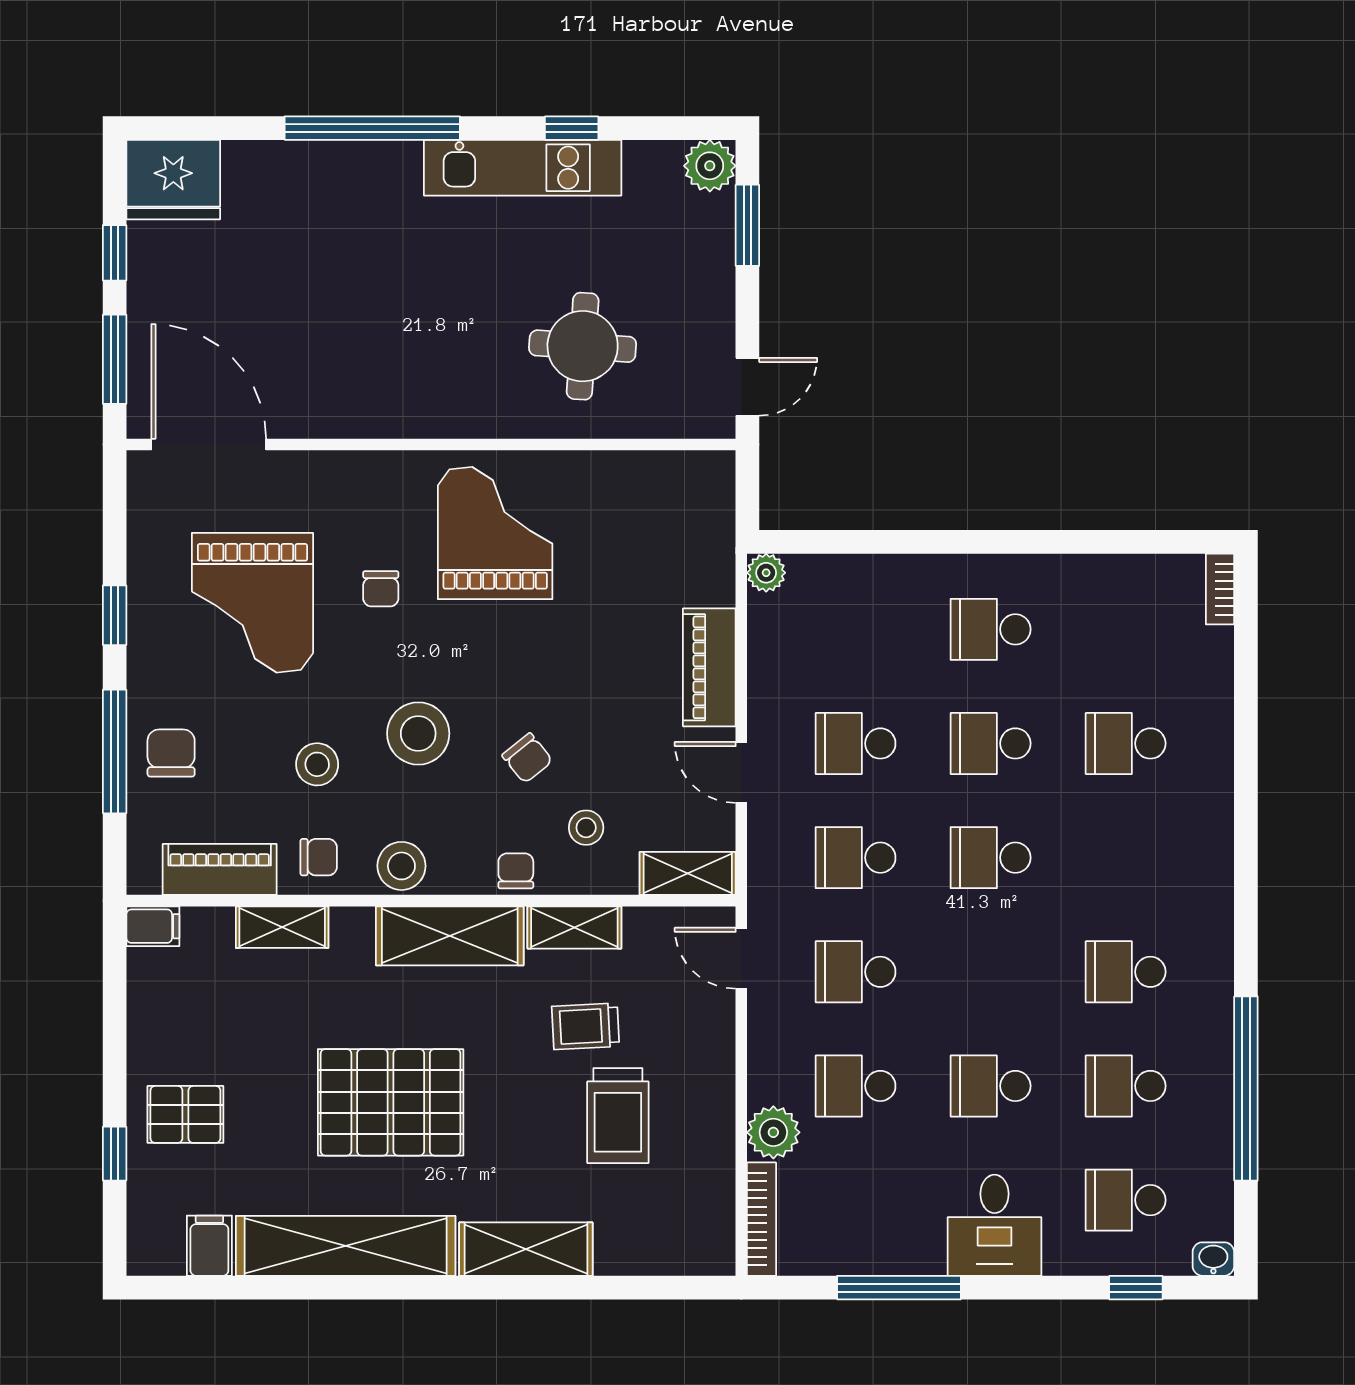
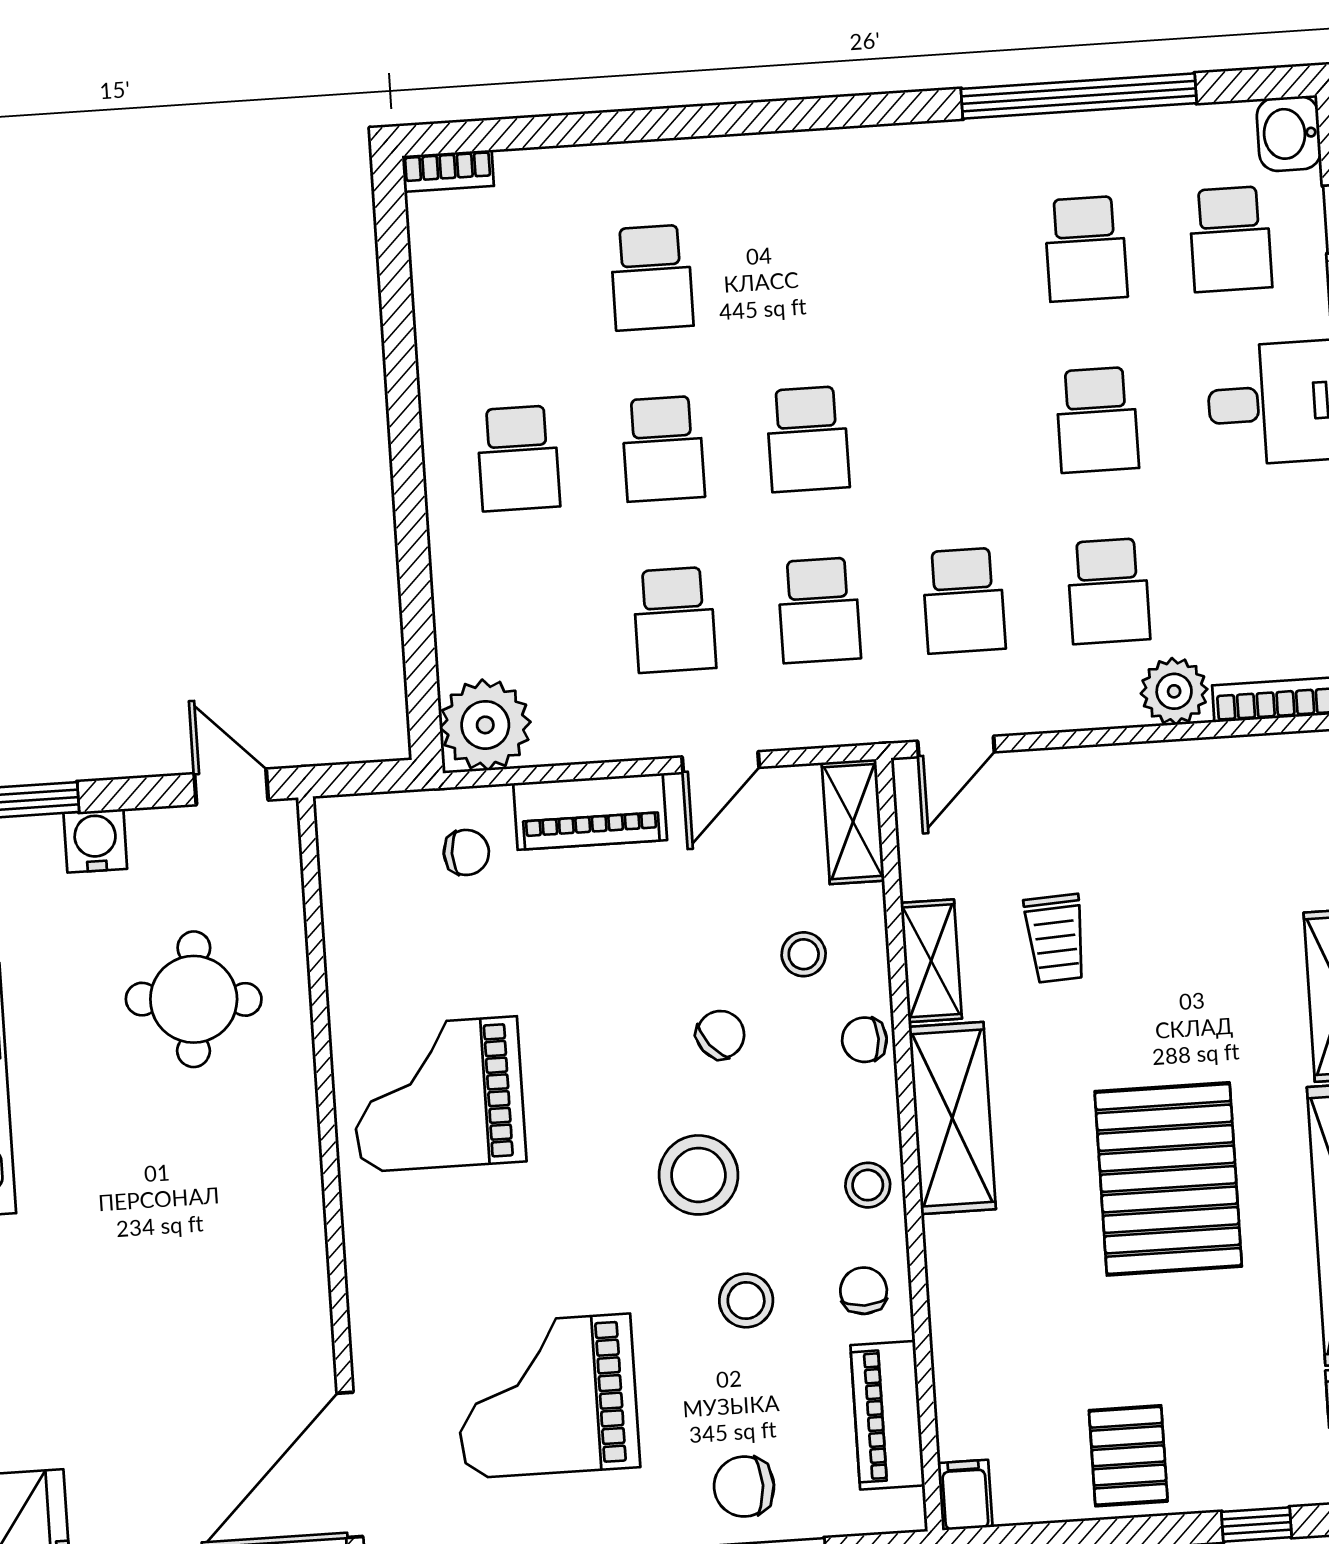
water cooler: (712, 277) -> (95, 841), added
plant: (766, 573) -> (485, 725), width x1.88, depth x1.88
chair: (381, 589) -> (466, 852), moved
grand piano: (252, 603) -> (547, 1396), turned 180
stool: (401, 866) -> (868, 1185), width x0.73, depth x0.73
shelving: (282, 927) -> (955, 1331), removed
school desk: (1126, 972) -> (941, 258), removed
pallet: (185, 1114) -> (1128, 1456), moved
trolley: (618, 1116) -> (1166, 890), removed
washbasin: (1213, 1259) -> (1289, 134), width x1.38, depth x1.45

